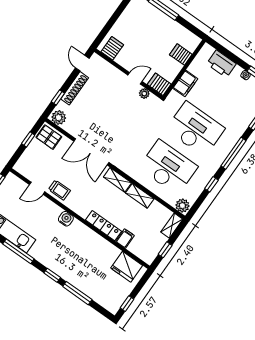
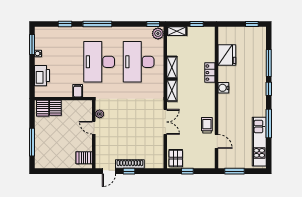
filing cabinet: (185, 83) -> (78, 91), width x0.50
server rack: (159, 84) -> (43, 108), moved
window: (58, 97) -> (129, 171), moved
plant: (59, 118) -> (158, 161), removed
double door: (91, 152) -> (165, 122), width x0.73
window: (211, 184) -> (153, 24), moved
water cooler: (66, 219) -> (223, 88), moved
locker: (104, 226) -> (210, 73), width x0.66
filing cabinet: (125, 238) -> (208, 57), removed
fridge: (127, 267) -> (227, 55), moved

